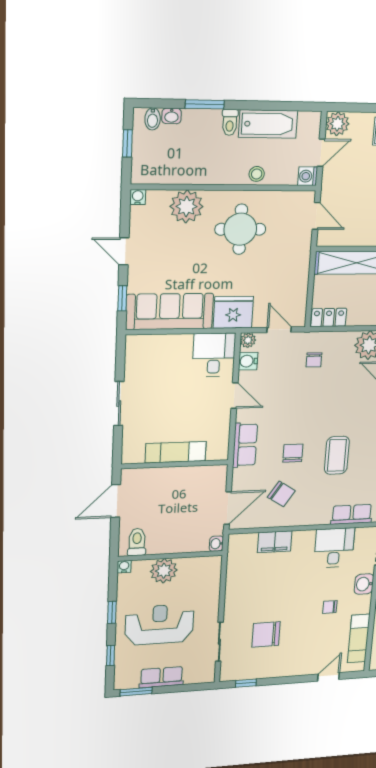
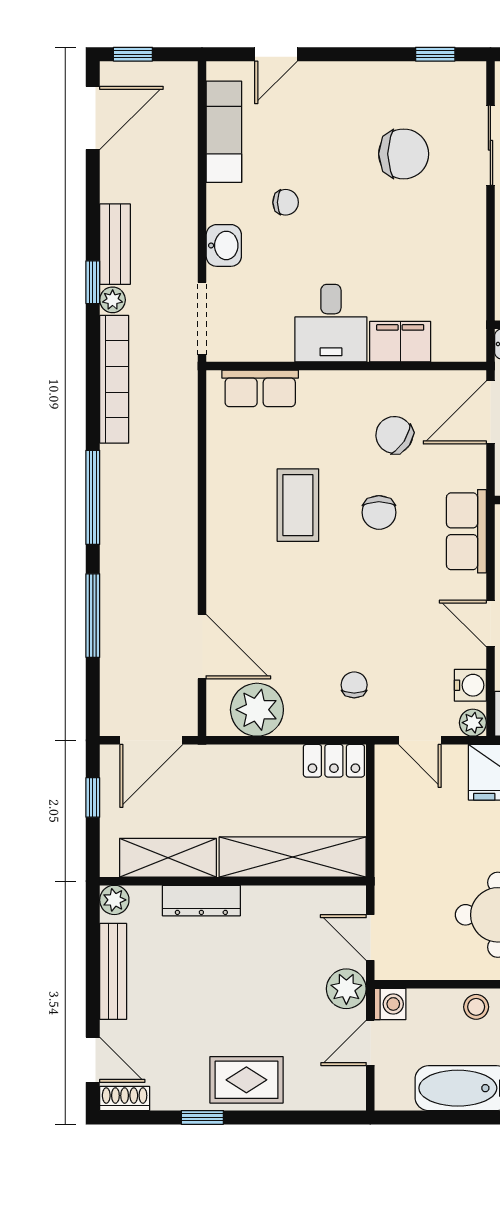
plant: (337, 124) -> (346, 989), moved
desk: (334, 548) -> (331, 323), moved

